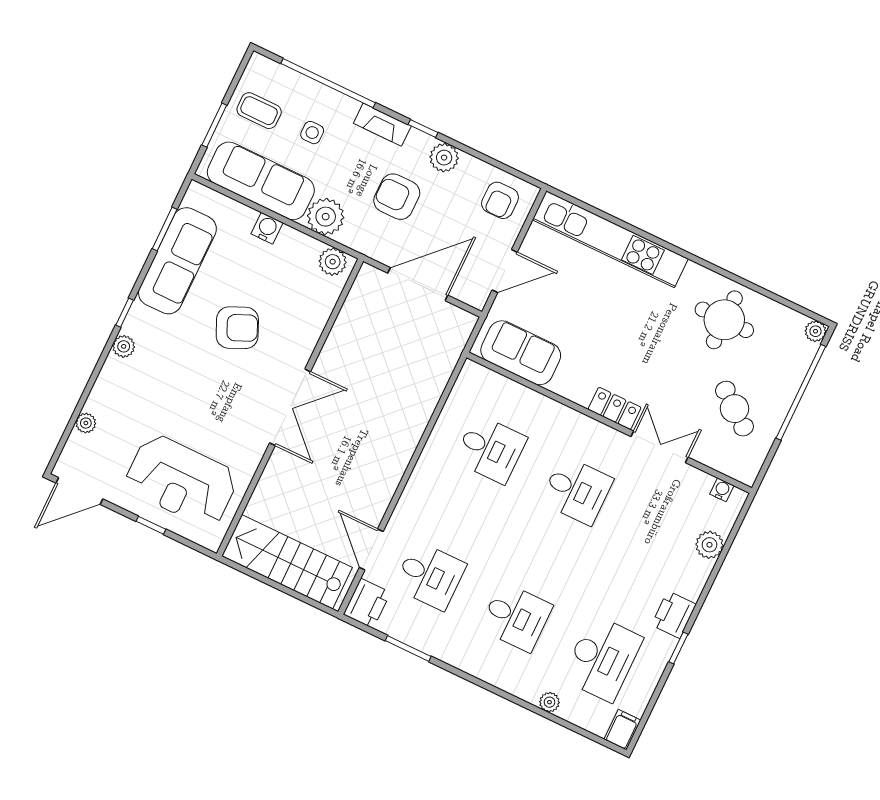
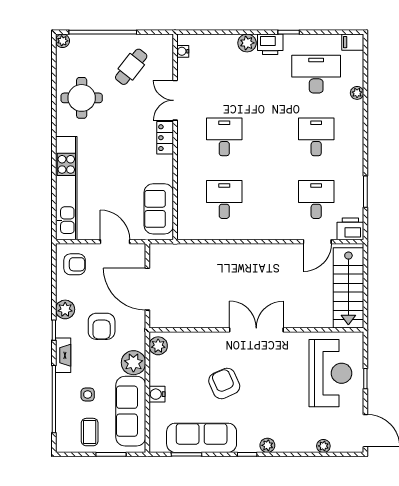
plant: (709, 545) -> (247, 43), moved

